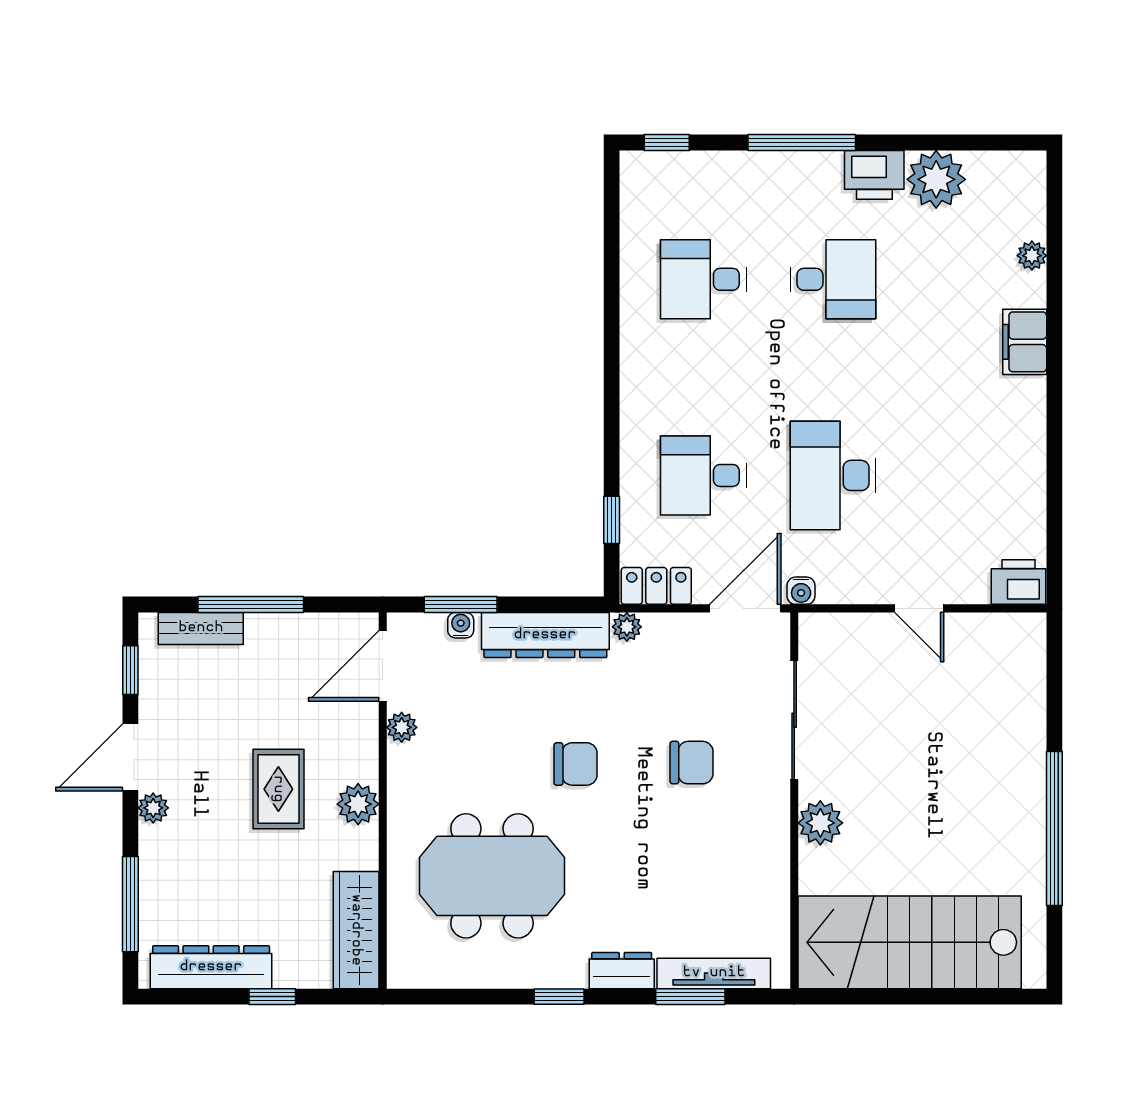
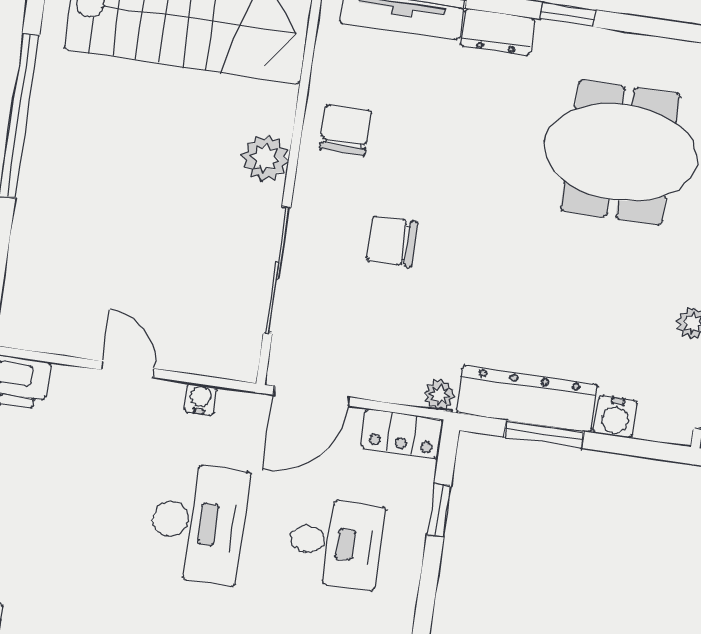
water cooler: (801, 591) -> (200, 399), moved
window: (461, 604) -> (544, 434), moved
water cooler: (461, 625) -> (616, 417), width x1.38, depth x1.38
chair: (576, 764) -> (346, 130), moved, turned 90

